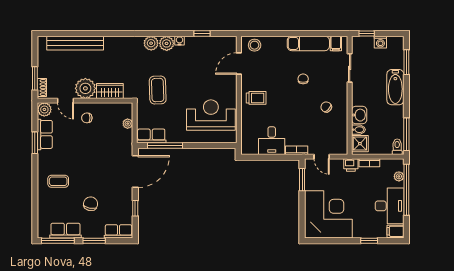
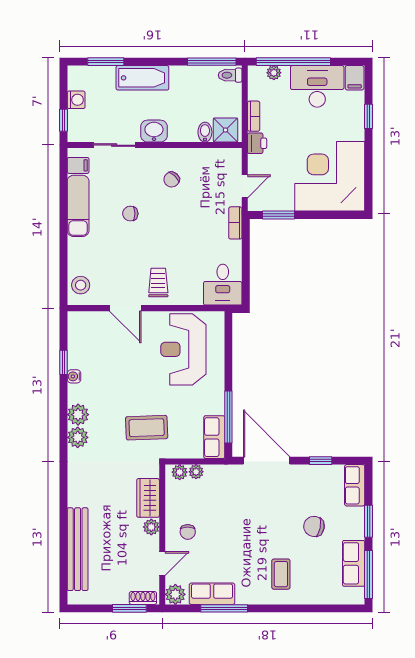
water cooler: (180, 41) -> (74, 376), moved
door: (239, 63) -> (125, 308), moved
plant: (85, 88) -> (151, 527), width x0.53, depth x0.53
plant: (127, 112) -> (180, 472), added
washbasin: (359, 115) -> (154, 131), moved
desk: (272, 141) -> (223, 285), moved, turned 90
window: (35, 143) -> (224, 608), width x1.44

